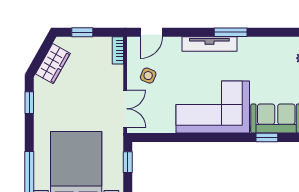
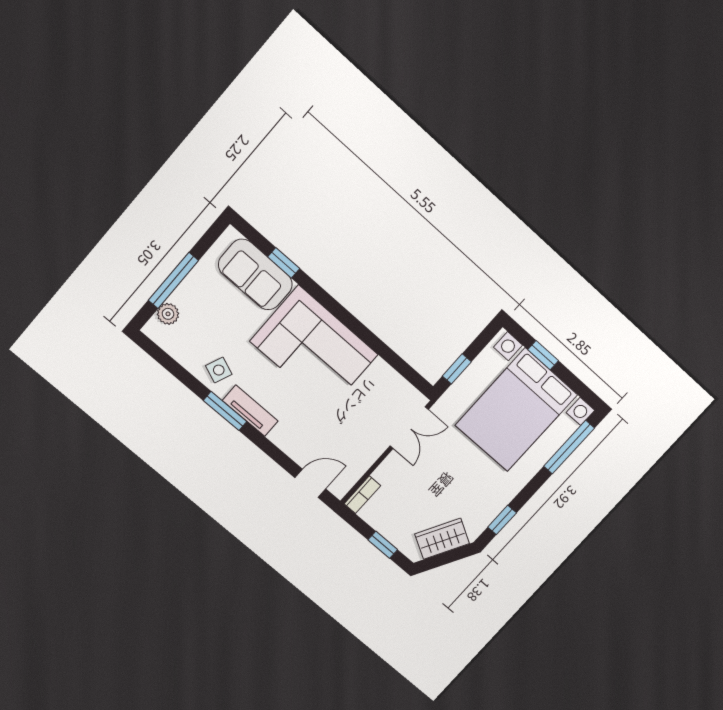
tv unit: (209, 44) -> (250, 411), width x0.71
side table: (148, 76) -> (219, 370), moved
double door: (125, 109) -> (409, 428), swing flipped

